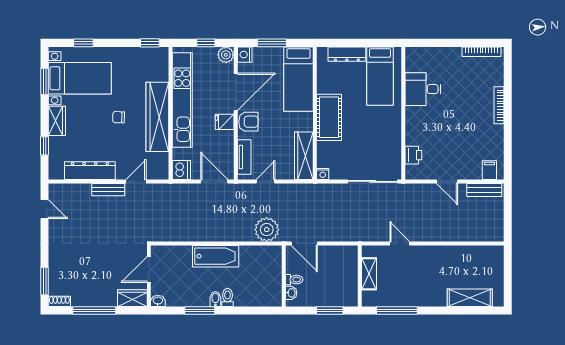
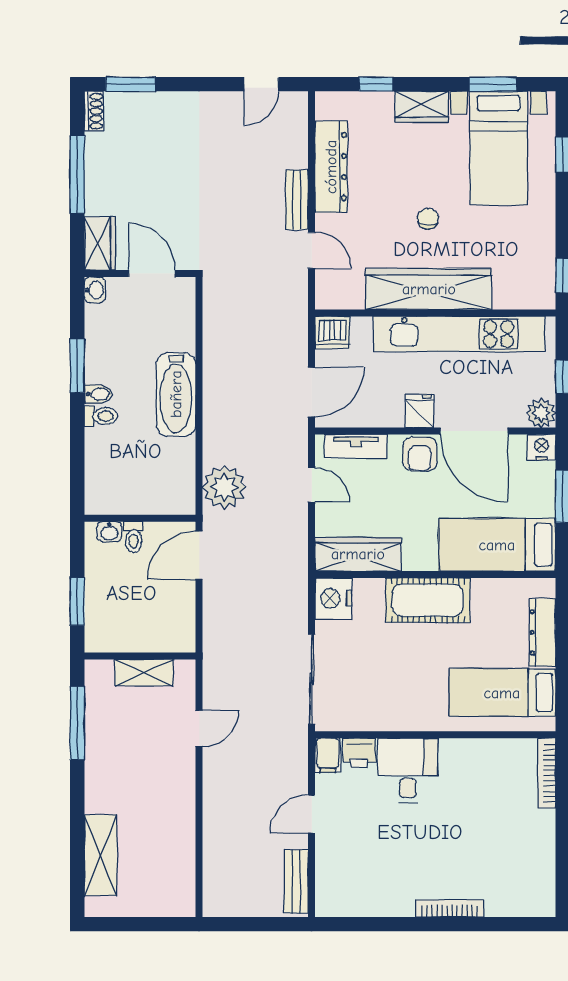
bookcase: (481, 52) -> (547, 773), moved
desk: (423, 89) -> (408, 771), moved
filing cabinet: (489, 170) -> (328, 755), moved, turned 90
nightstand: (323, 174) -> (333, 598), width x1.89, depth x1.79

